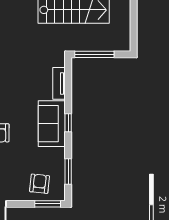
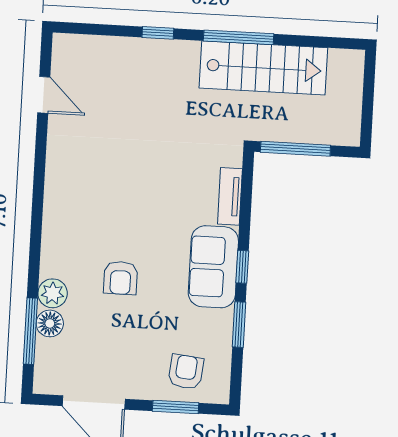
window: (68, 172) -> (239, 325), moved
window: (48, 204) -> (176, 407), moved

